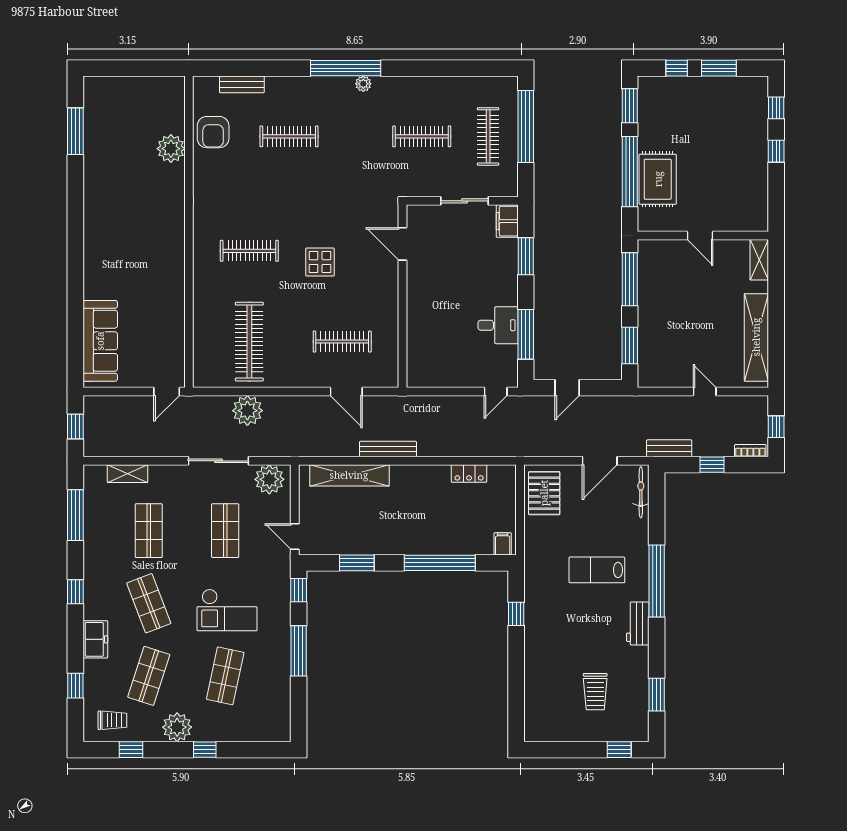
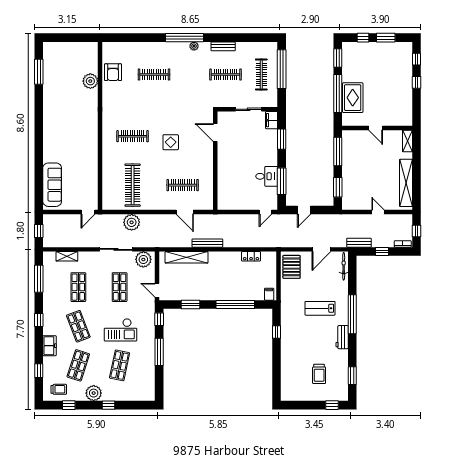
bench: (242, 84) -> (223, 46), moved

